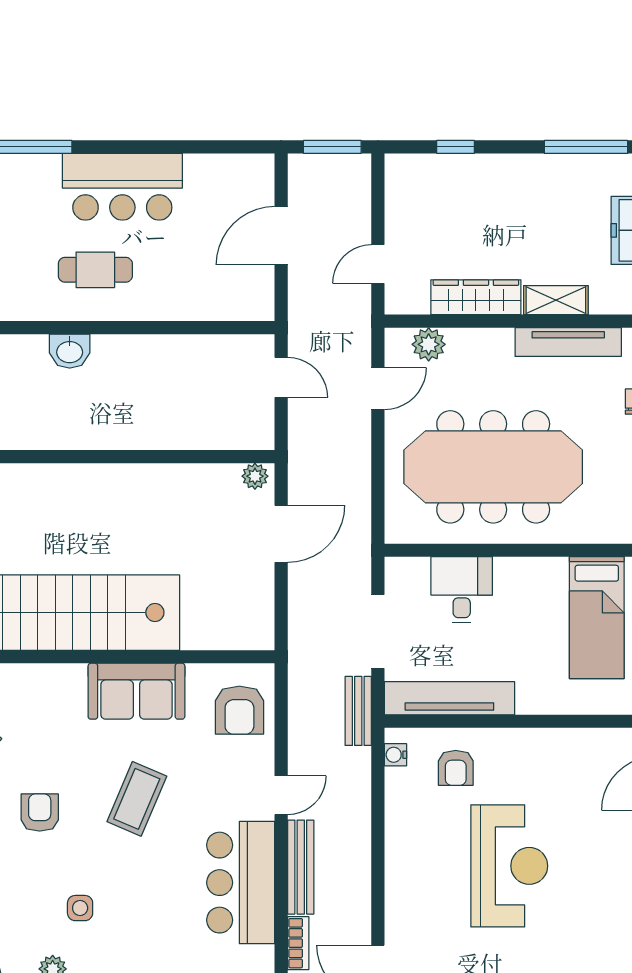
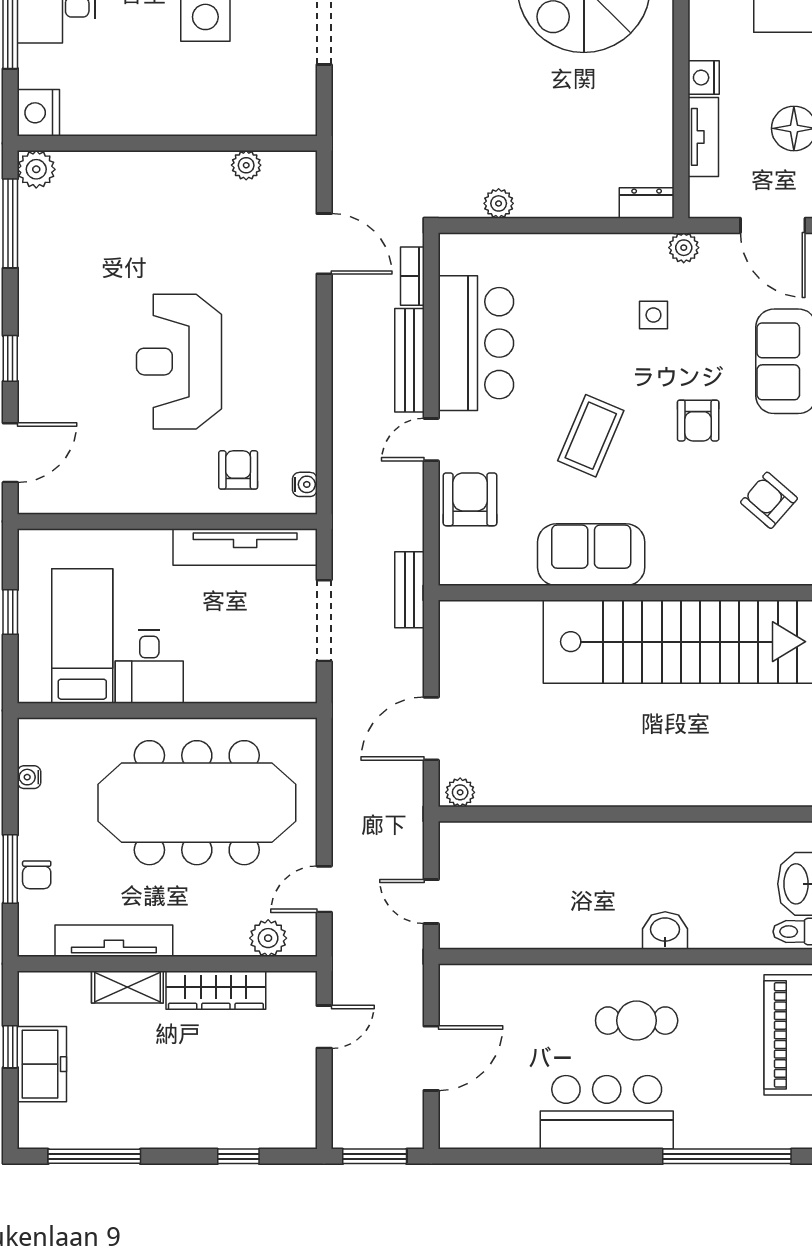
desk: (462, 590) -> (149, 667), moved
armchair: (239, 710) -> (470, 499), moved
bench: (358, 711) -> (410, 590), moved

